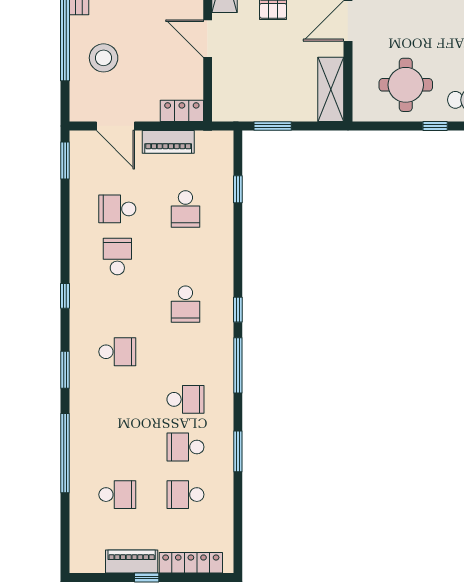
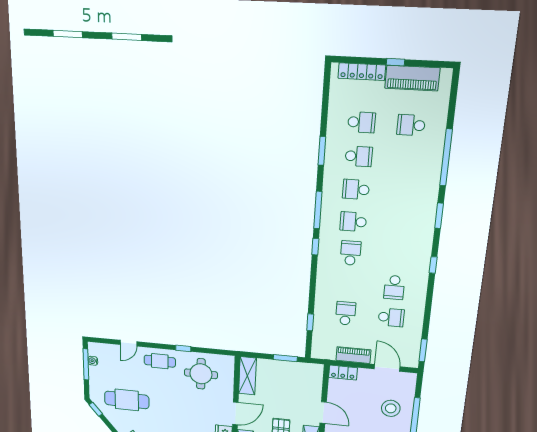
school desk: (117, 352) -> (353, 222), moved
piano: (132, 562) -> (412, 78), width x1.37, depth x1.33

